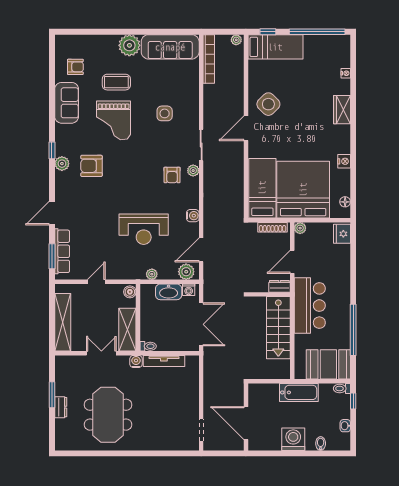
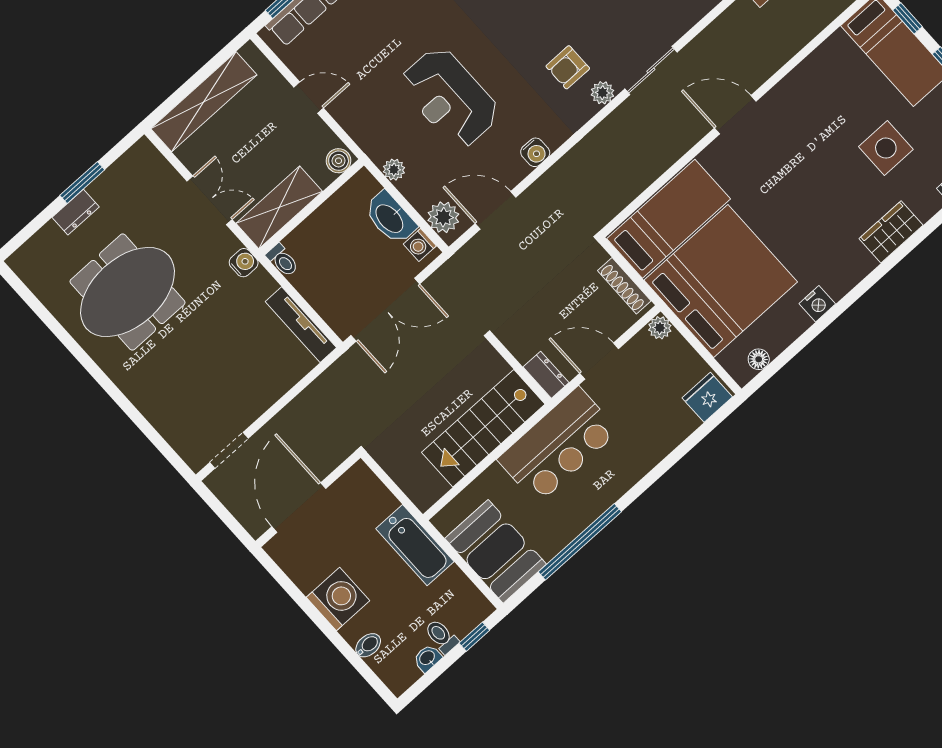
side table: (268, 104) -> (886, 148), moved, turned 45
tv unit: (164, 361) -> (301, 325), moved
toilet: (342, 389) -> (441, 636), moved

